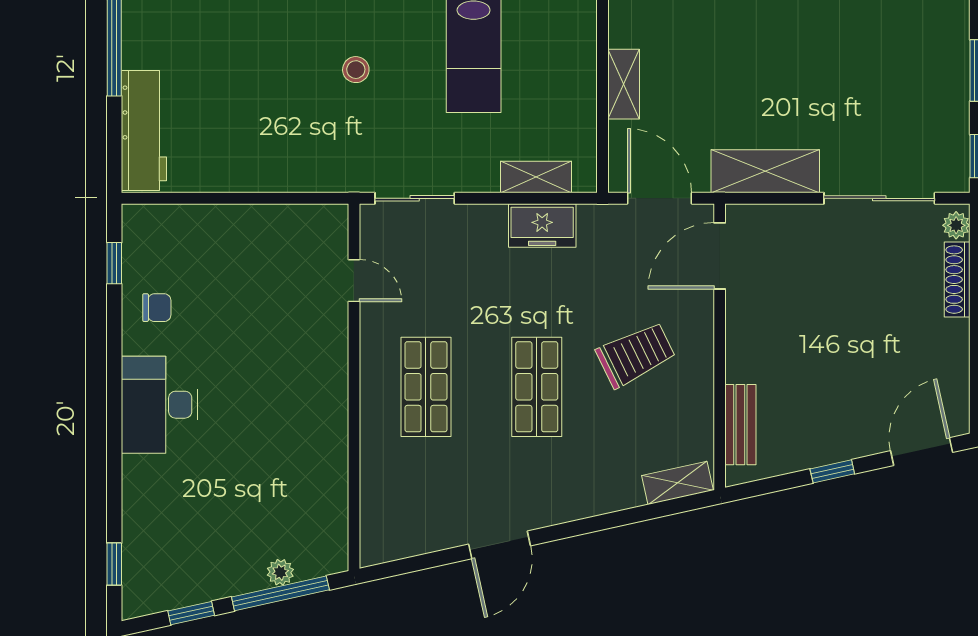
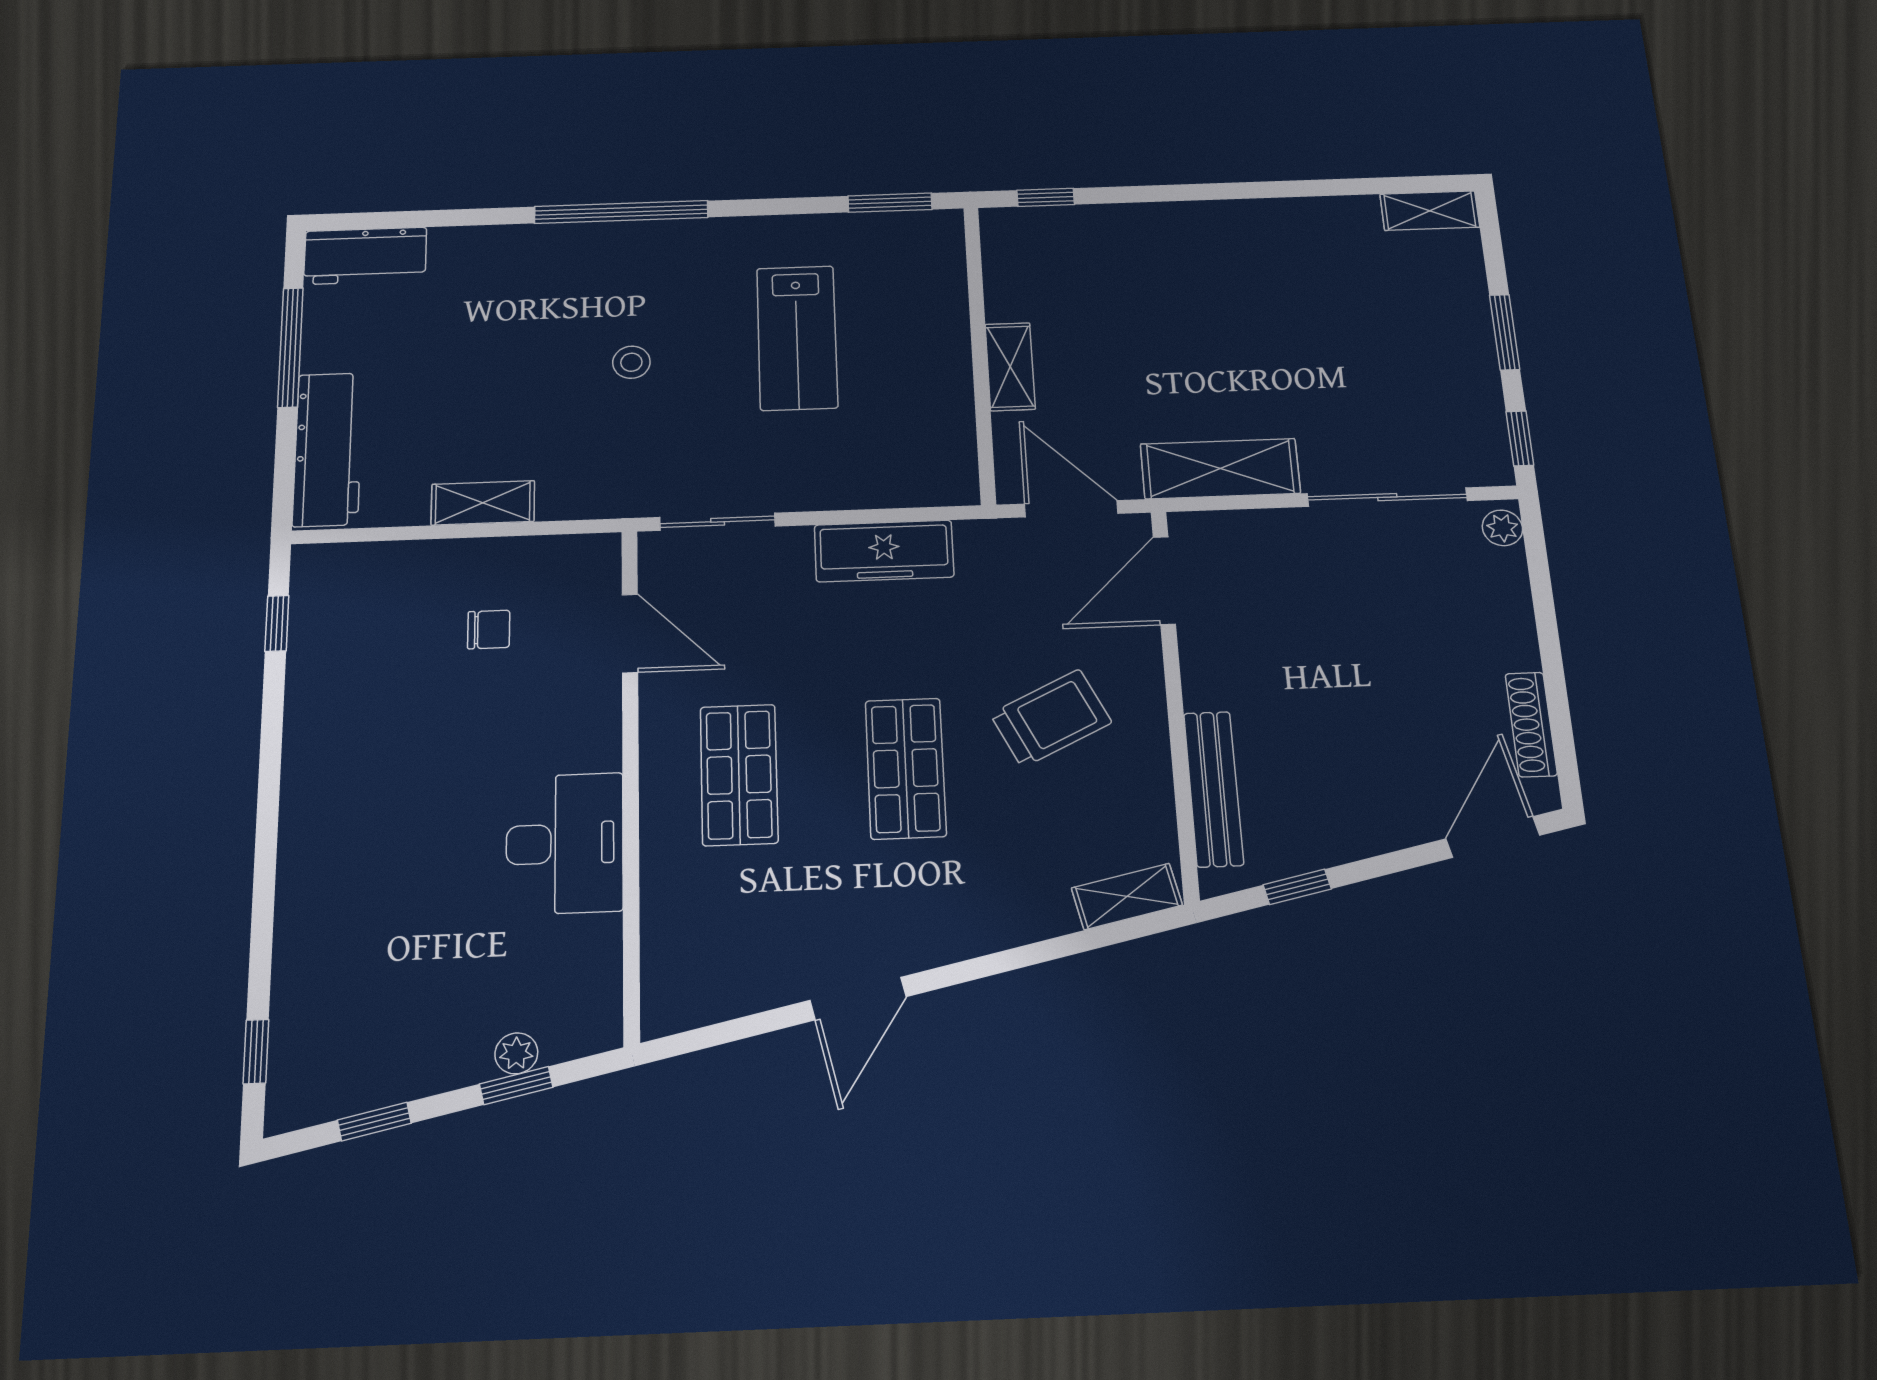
shelving: (536, 177) -> (483, 503), moved
freezer: (542, 225) -> (884, 551), width x1.40
shoe rack: (957, 280) -> (1531, 724), moved
door: (354, 281) -> (630, 633), width x1.37
chair: (157, 308) -> (489, 630), moved
desk: (160, 405) -> (565, 843), moved, turned 180
bench: (740, 425) -> (1213, 789), width x1.36
window: (832, 471) -> (1297, 887), moved
window: (280, 593) -> (516, 1086), width x0.46

